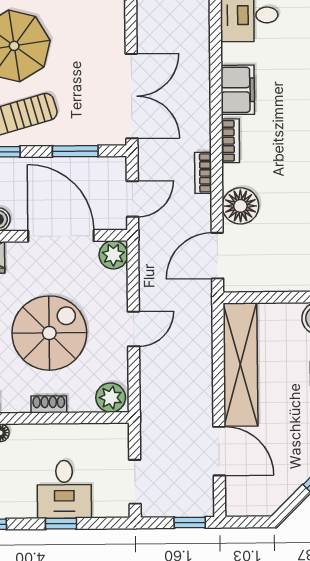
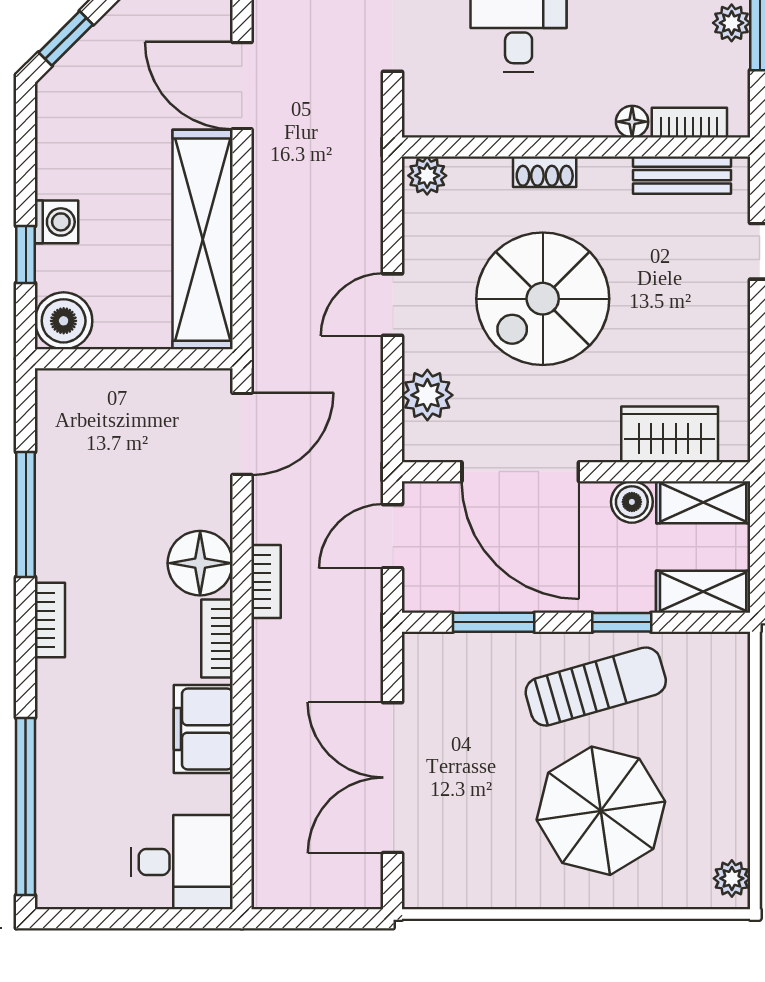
double door: (132, 96) -> (393, 778), moved
floor lamp: (240, 206) -> (200, 563), moved
plant: (113, 255) -> (427, 395), moved
plant: (111, 398) -> (427, 176), width x0.73, depth x0.73

